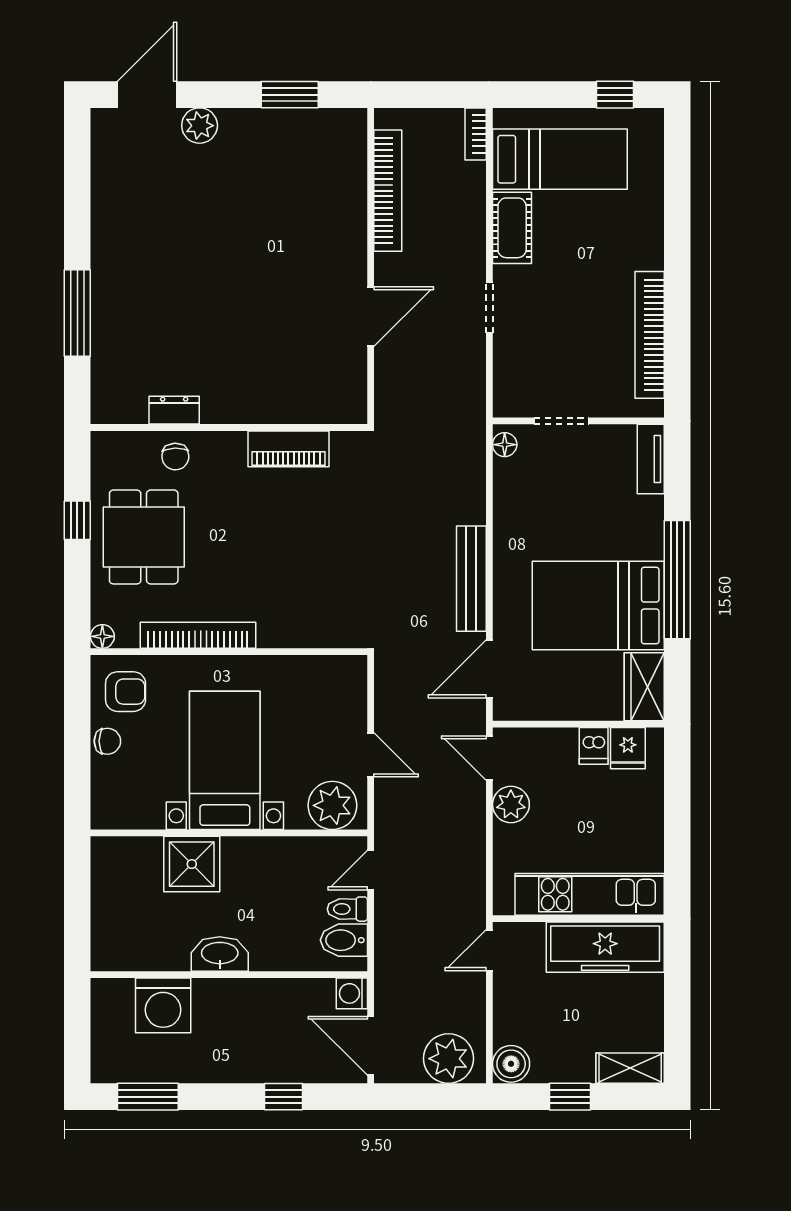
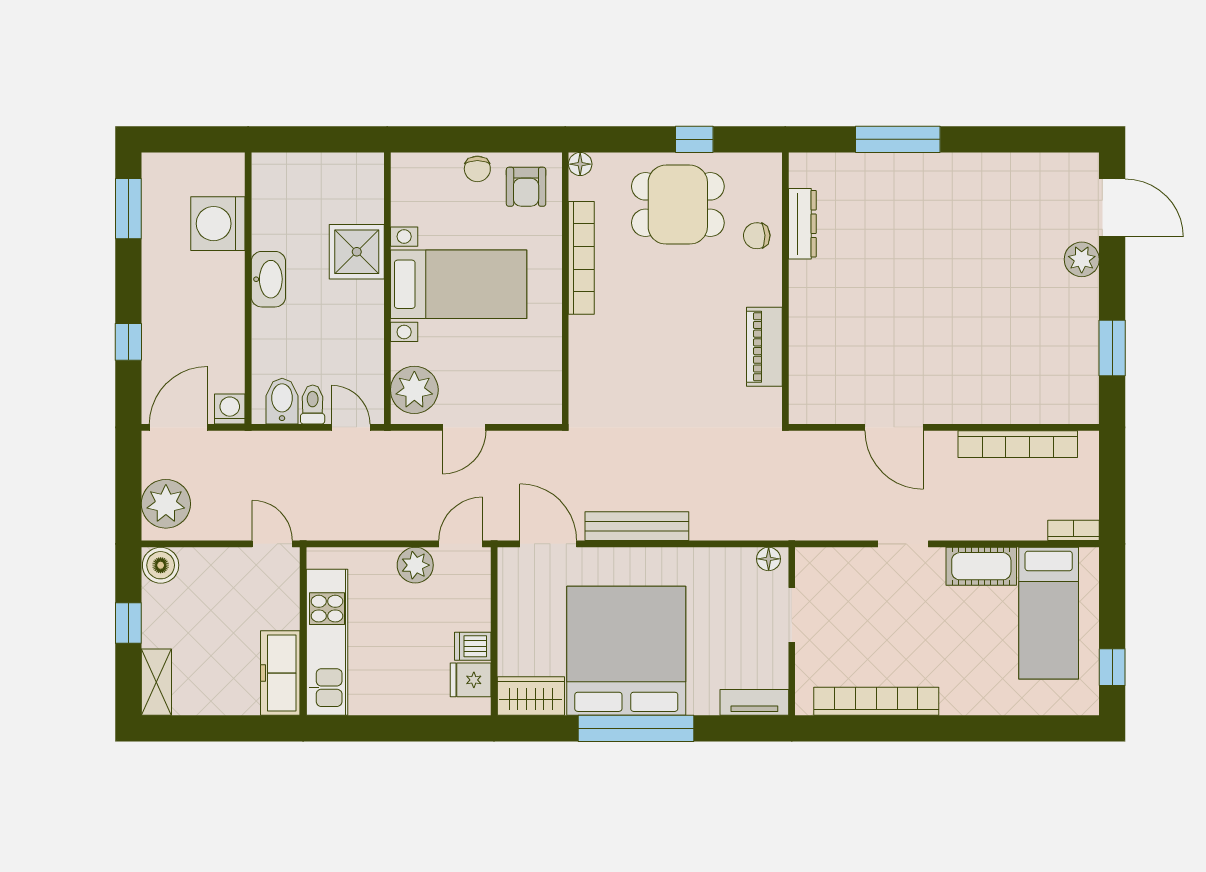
dresser: (174, 410) -> (802, 224), width x1.44
bed: (598, 606) -> (626, 651), width x1.36
freezer: (605, 947) -> (280, 673), width x0.73, depth x0.79

